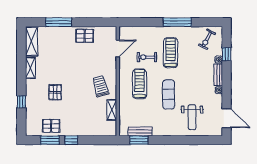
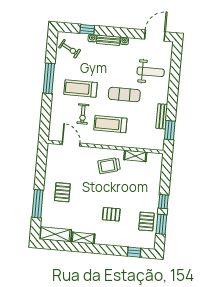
pallet: (85, 36) -> (62, 192), moved
window: (21, 102) -> (134, 252), moved
bench: (140, 131) -> (162, 116), moved

